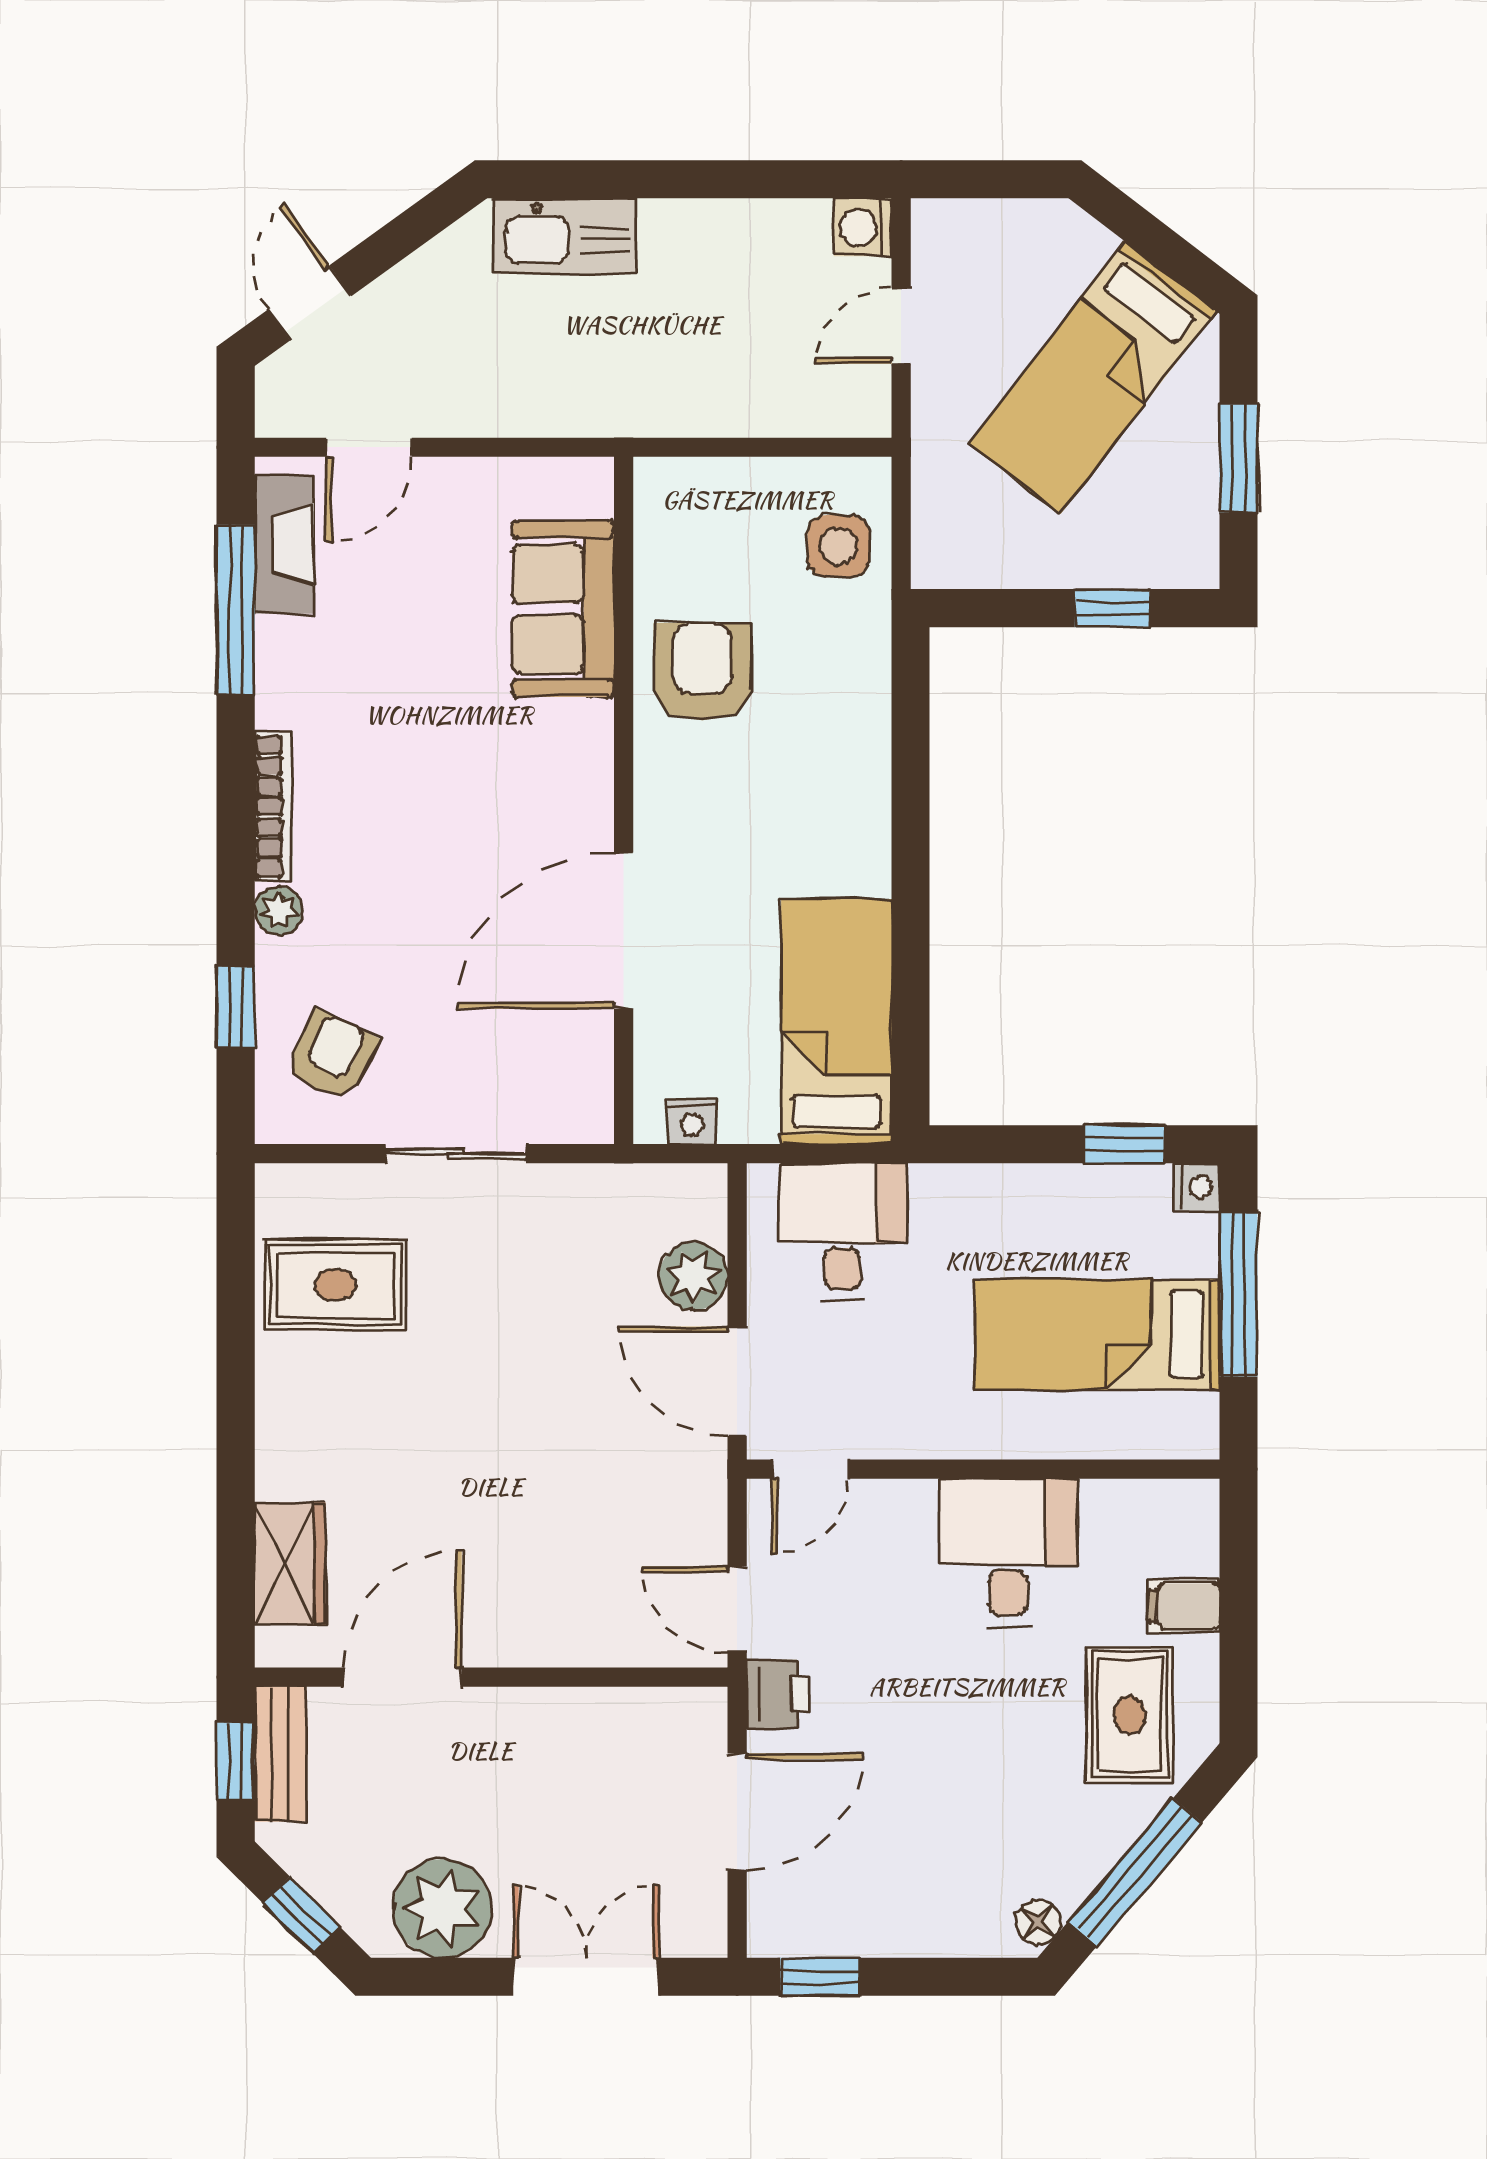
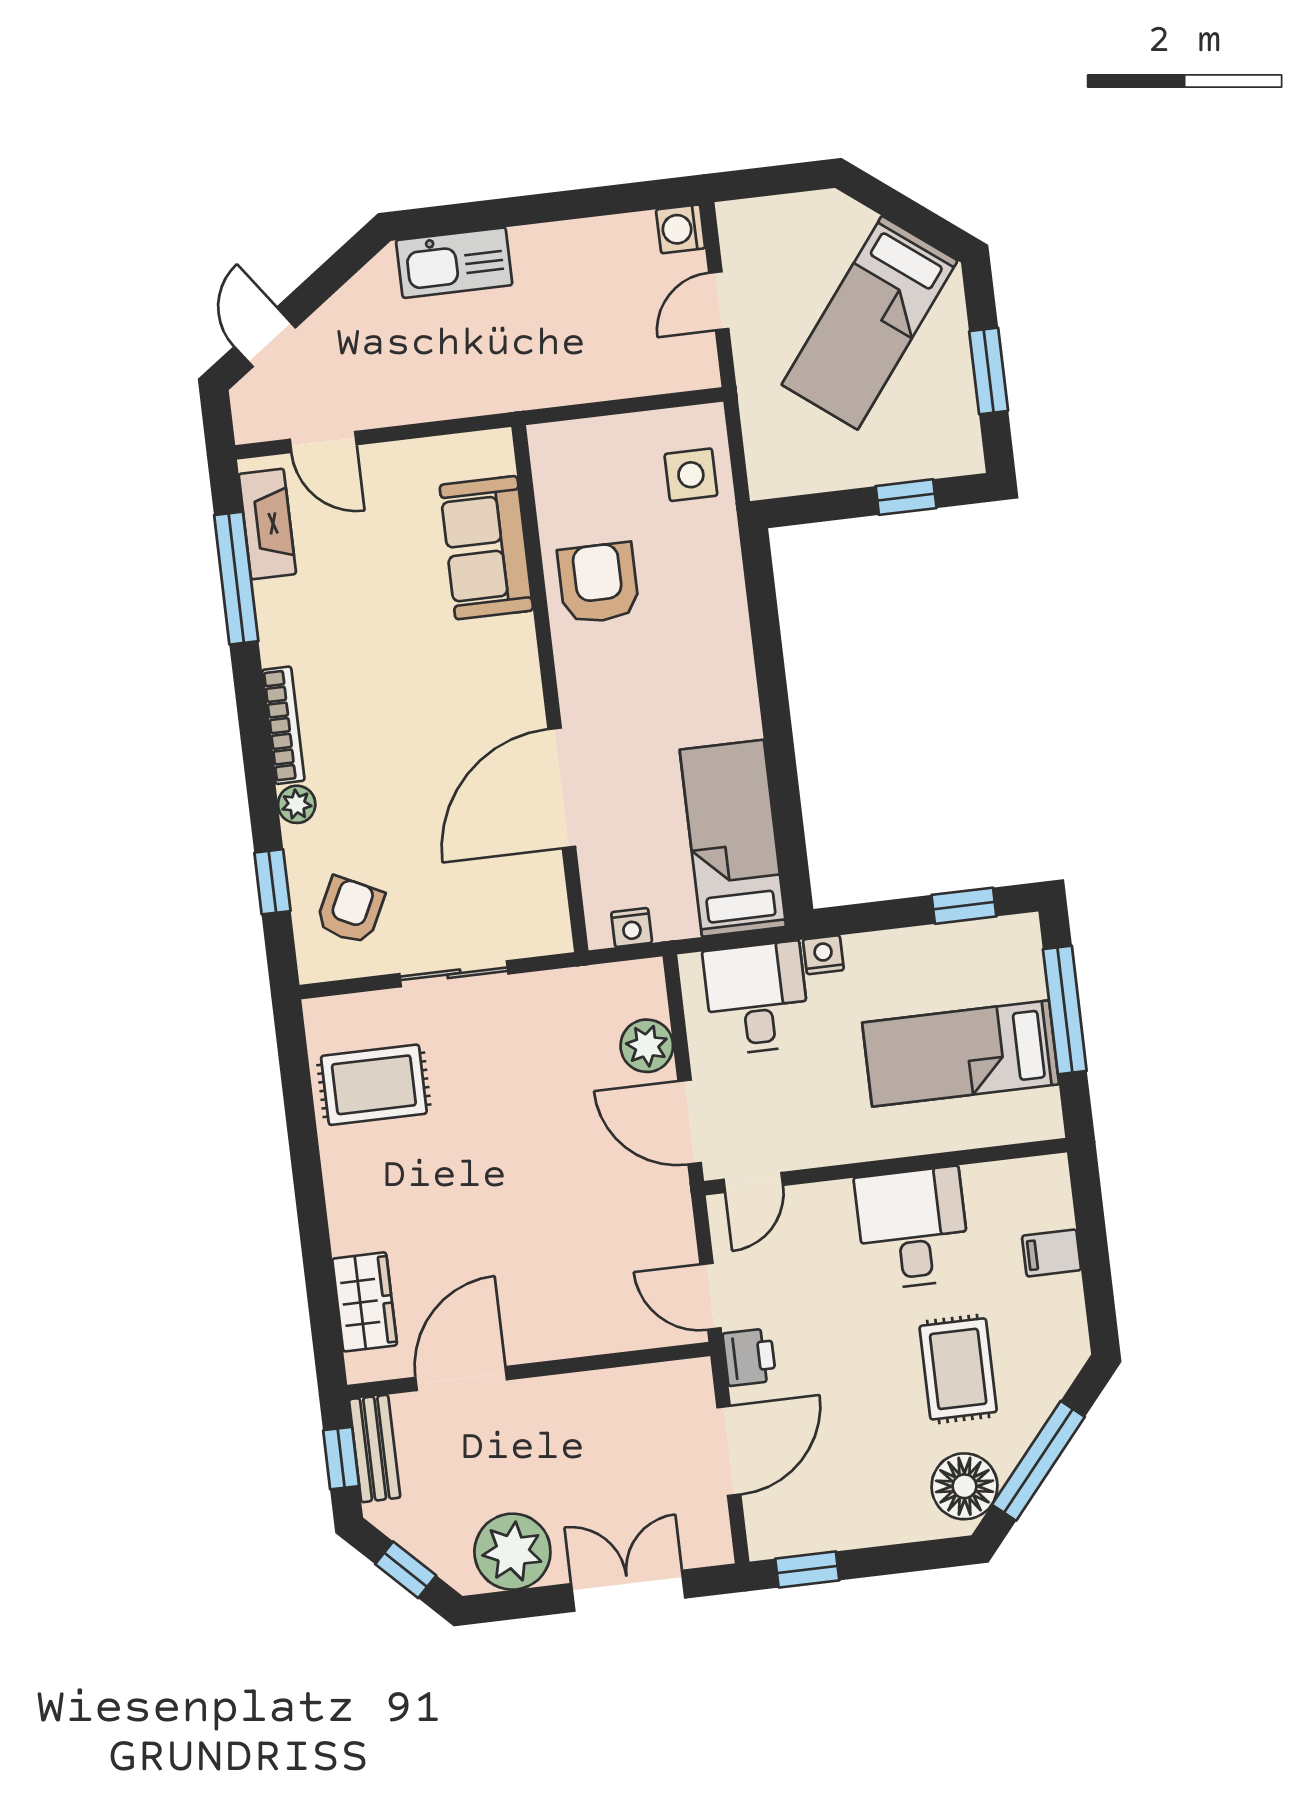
door: (369, 447) -> (323, 442), hinge flipped
nightstand: (1197, 1187) -> (823, 955), moved, turned -90
rug: (1130, 1715) -> (958, 1369), moved
floor lamp: (1038, 1922) -> (964, 1486), width x1.89, depth x1.89

